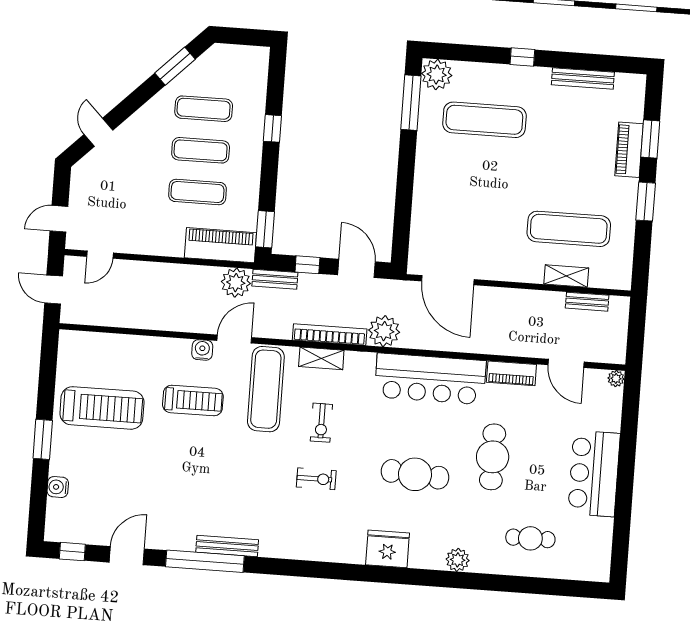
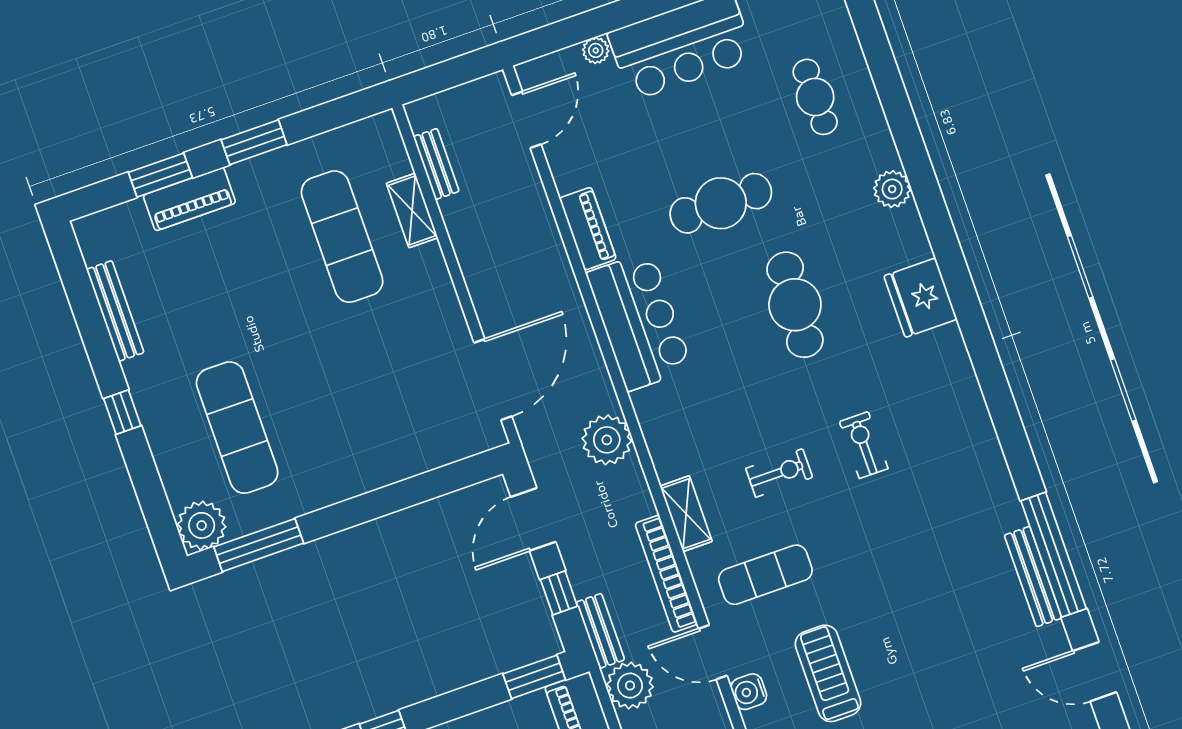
bookcase: (330, 335) -> (666, 574), moved
door: (566, 363) -> (526, 120), moved
bar counter: (430, 379) -> (639, 321), width x0.73
plant: (616, 379) -> (596, 50), moved
exercise mat: (266, 389) -> (765, 575), width x0.73, depth x0.69
bench: (227, 546) -> (1033, 577), moved

